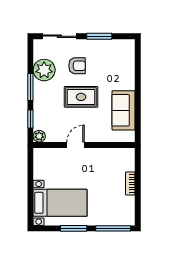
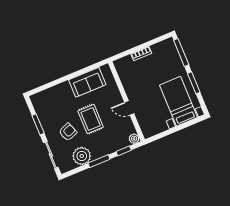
armchair: (77, 66) -> (68, 132), turned 69

